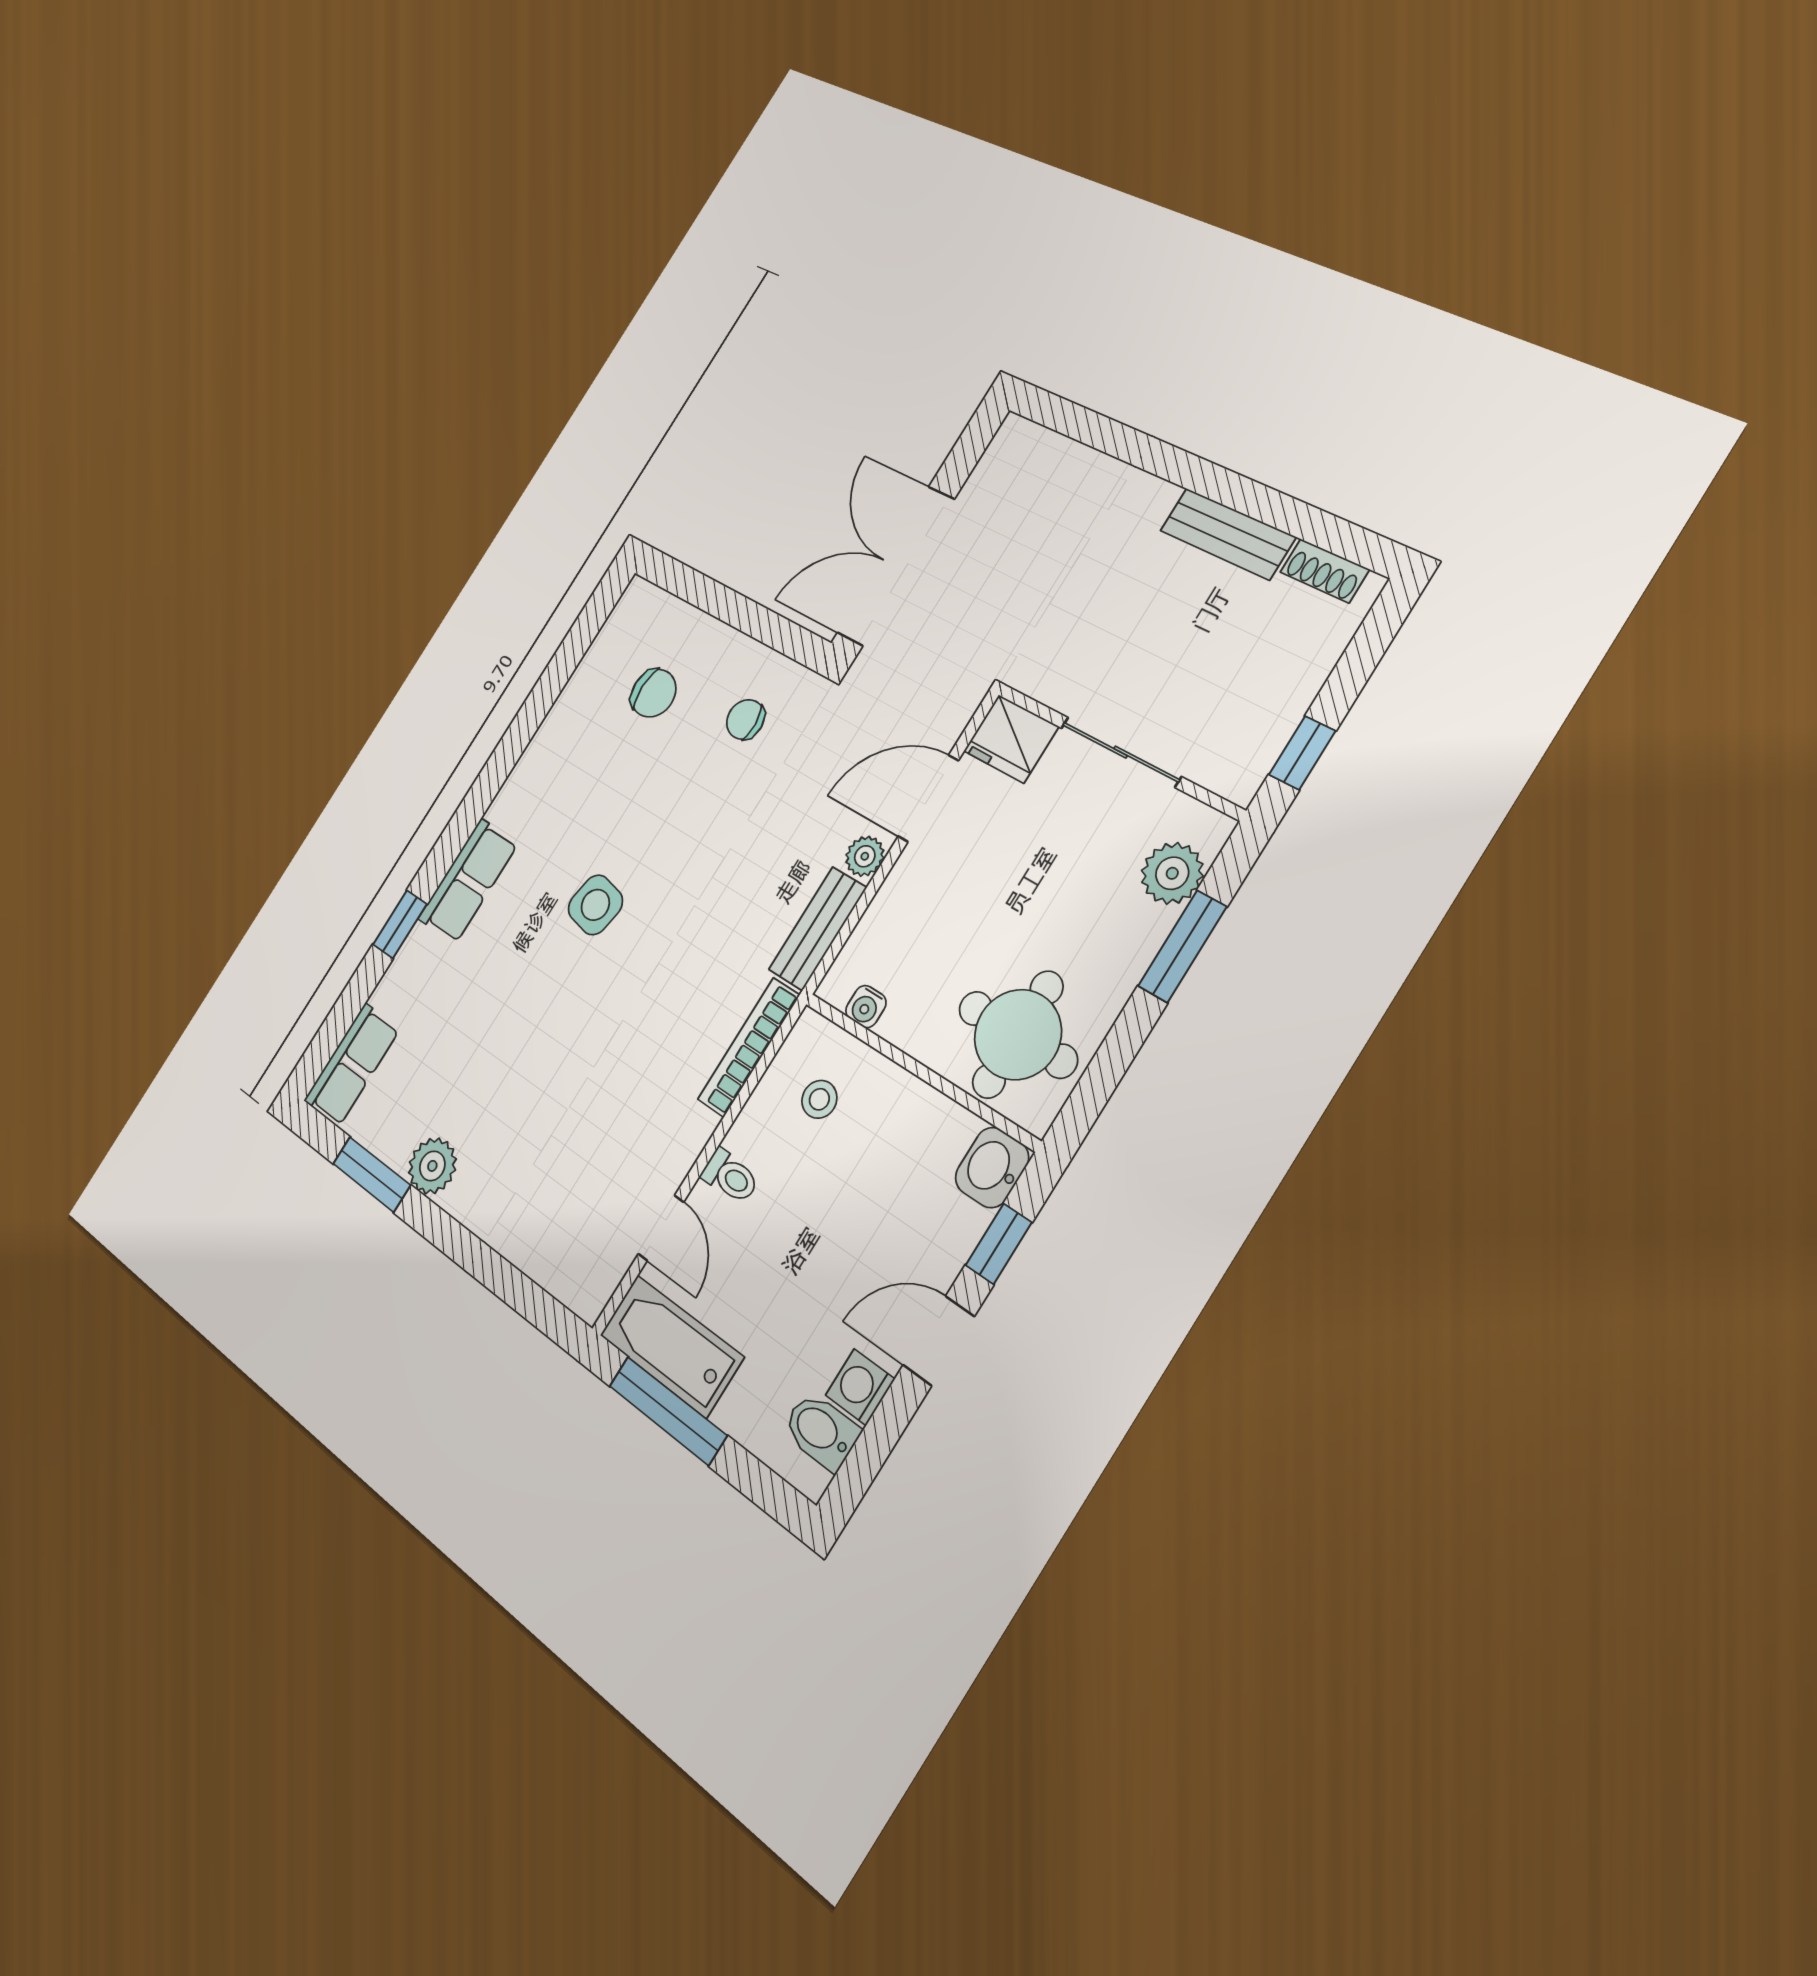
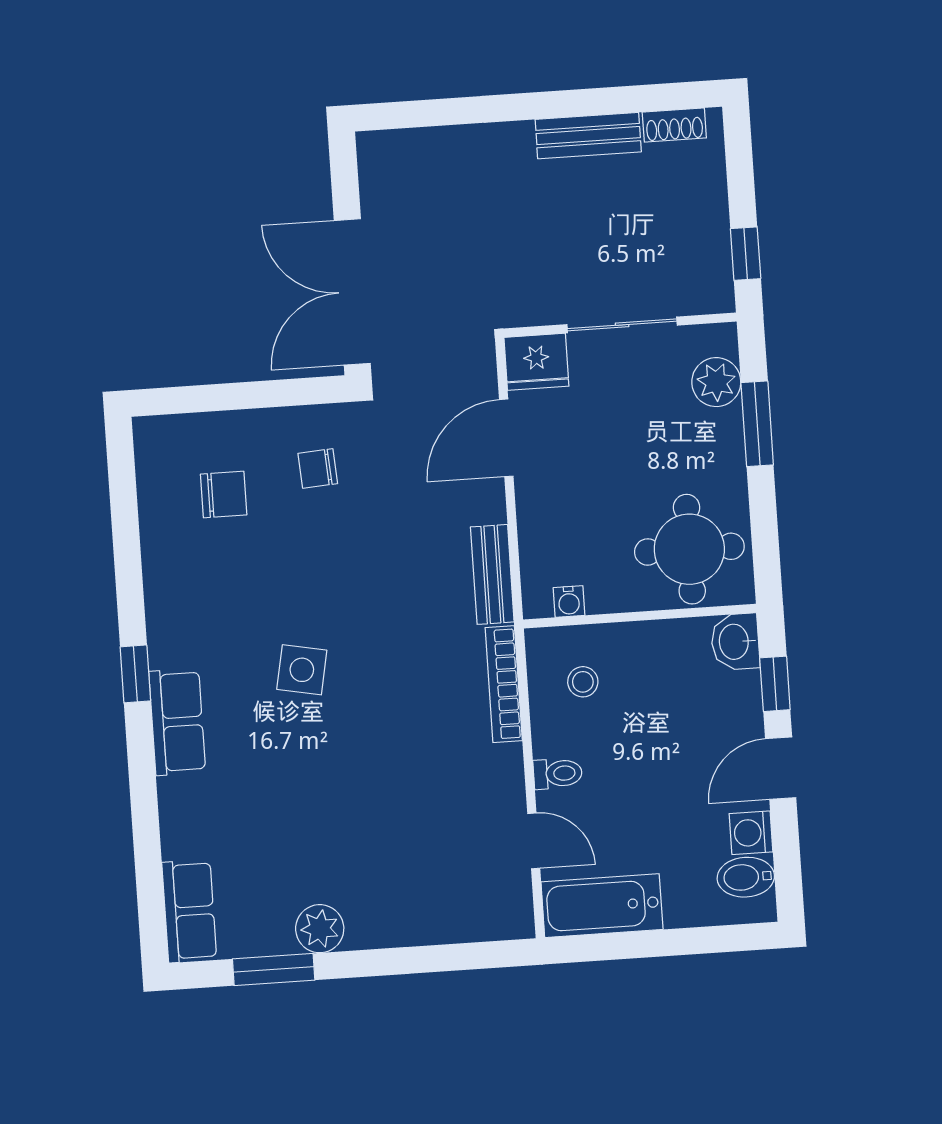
plant: (865, 856) -> (489, 505), removed
window: (400, 924) -> (135, 674), moved
window: (668, 1411) -> (632, 945), removed

